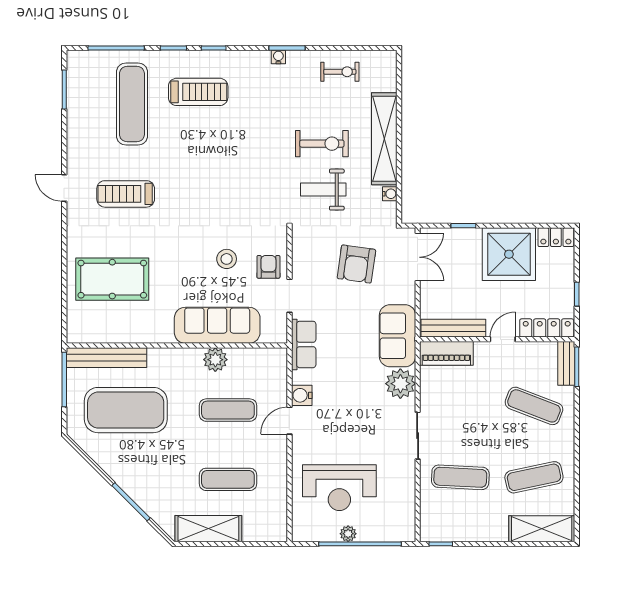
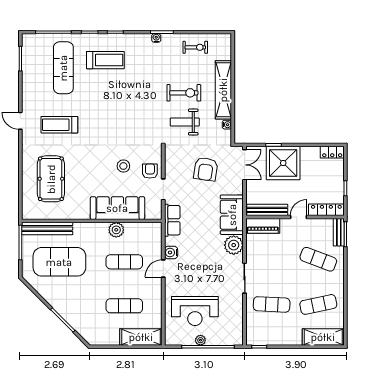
shower: (509, 254) -> (283, 163), moved
pool table: (112, 279) -> (51, 179), turned 90
shelving: (208, 529) -> (141, 337), moved

